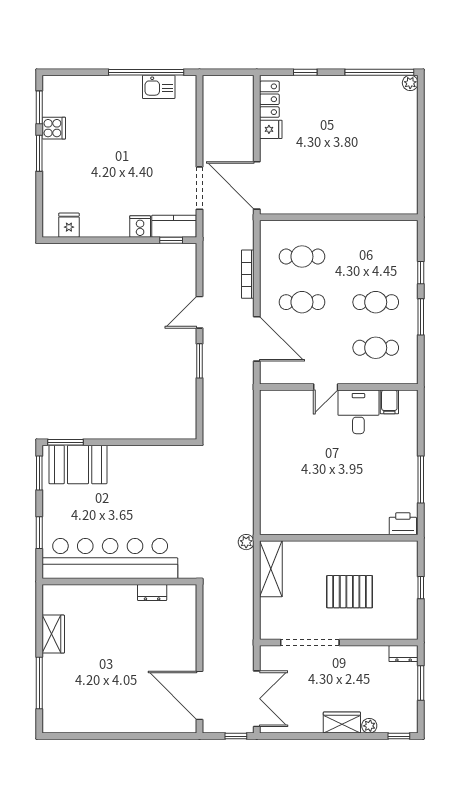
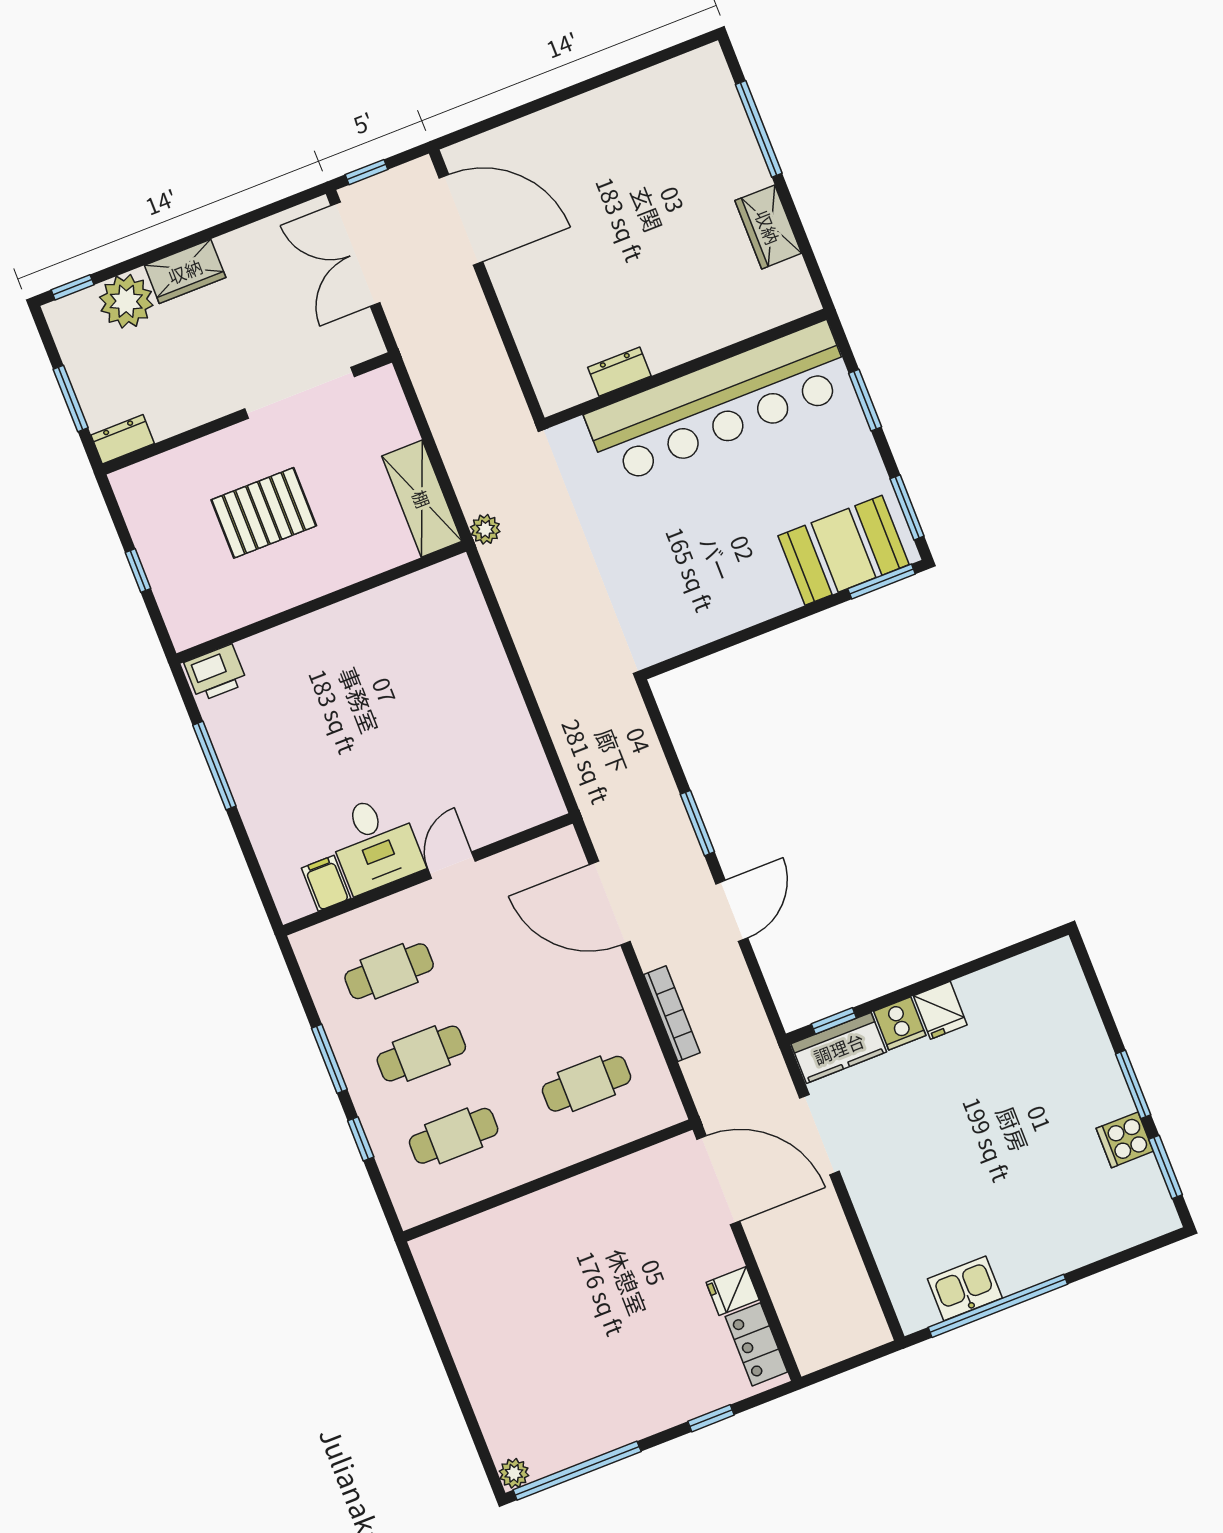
fridge: (69, 225) -> (940, 1010), moved
cafe table: (302, 302) -> (454, 1136), moved
plant: (369, 726) -> (126, 301), width x1.88, depth x1.88

